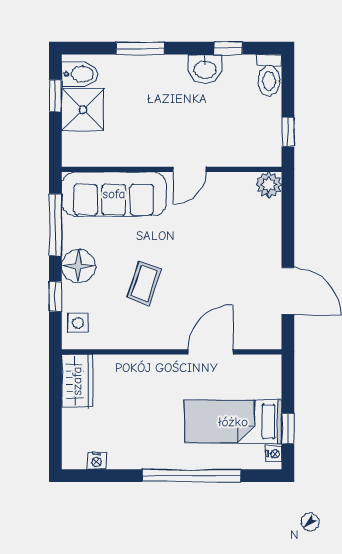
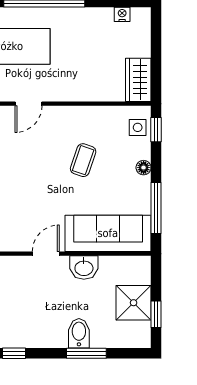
washbasin: (205, 69) -> (84, 268), moved, turned 180
bidet: (80, 74) -> (79, 333), moved, turned 90
floor lamp: (79, 266) -> (144, 168), width x0.53, depth x0.53
window: (55, 296) -> (156, 130), moved
door: (211, 352) -> (28, 104), width x0.73

